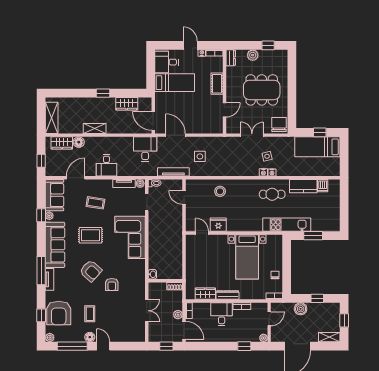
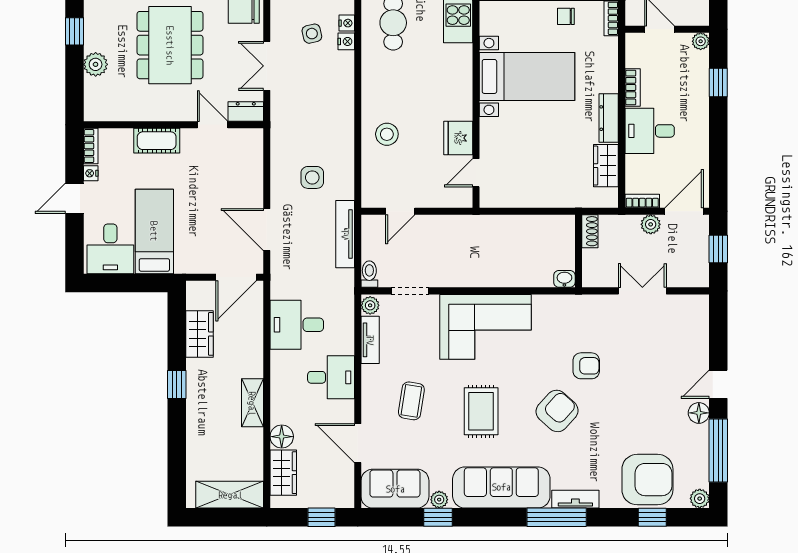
dresser: (231, 58) -> (246, 112), moved
door: (175, 135) -> (267, 230), hinge flipped
desk: (145, 149) -> (297, 325), moved
coffee table: (90, 314) -> (649, 413), removed

